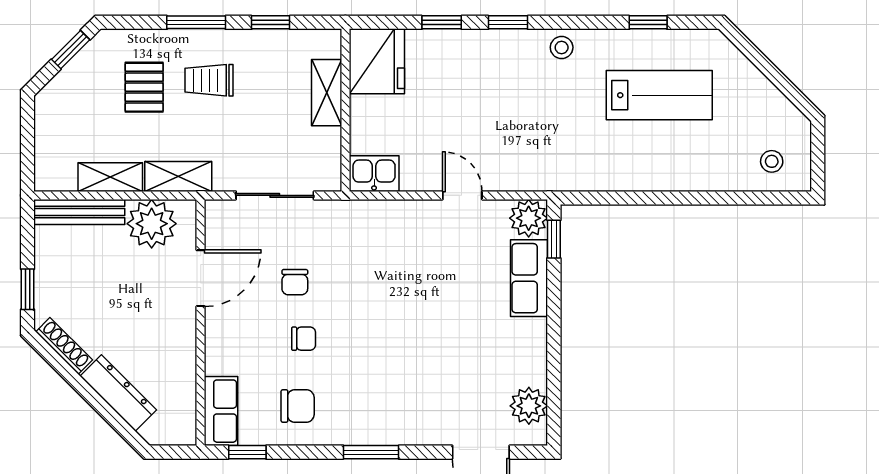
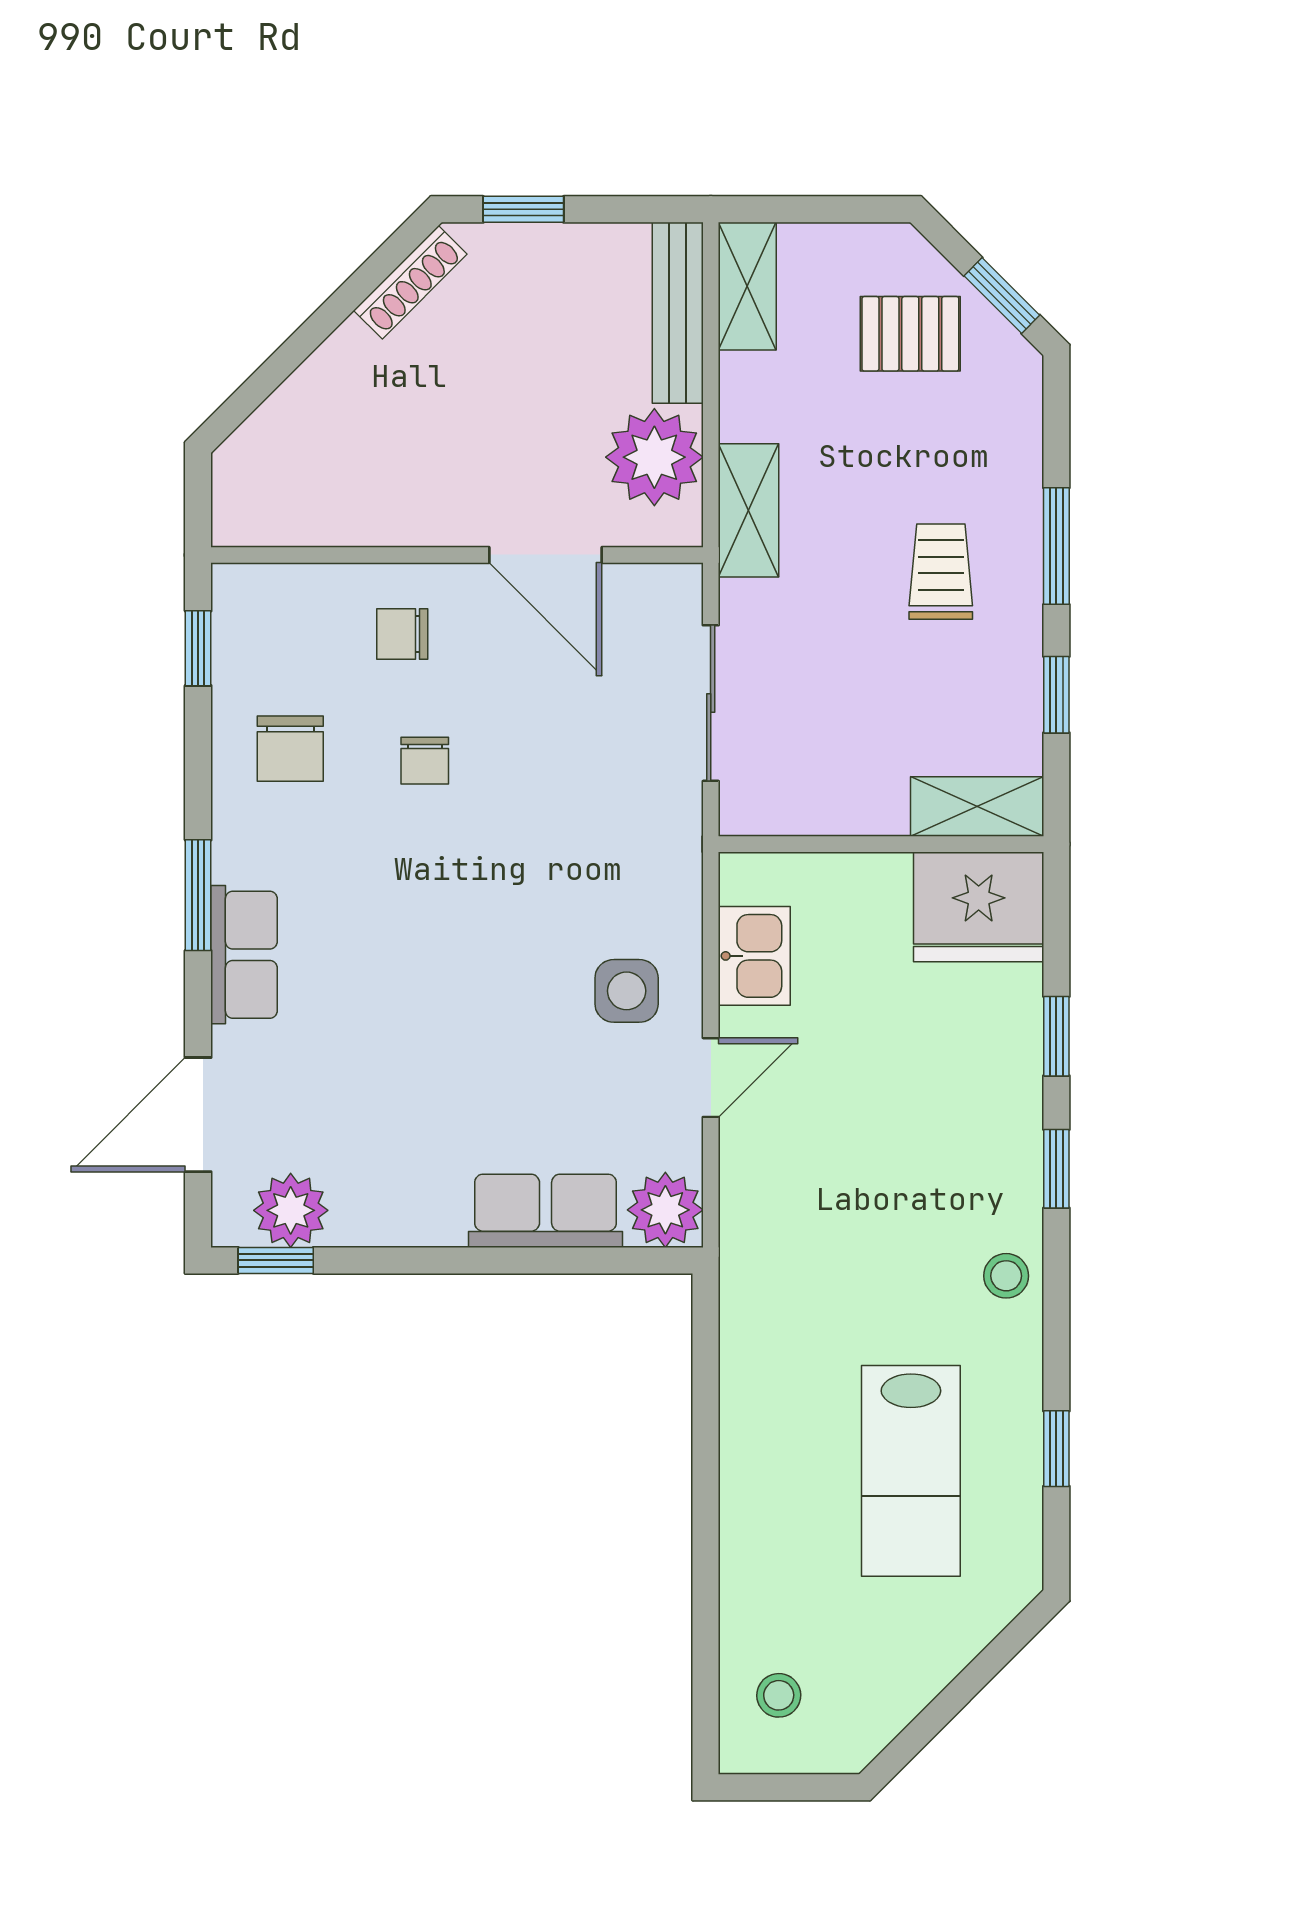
pallet: (144, 87) -> (910, 334), moved
shelving: (327, 93) -> (977, 806), moved
kitchen sink: (374, 174) -> (754, 956), moved
shelving: (110, 177) -> (747, 286), moved
side table: (419, 238) -> (627, 991), added
window: (554, 239) -> (276, 1260), moved
chair: (295, 282) -> (402, 634), moved
dresser: (118, 393) -> (316, 391), removed
row of seats: (221, 411) -> (244, 955), moved, turned -90

